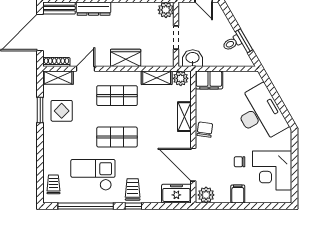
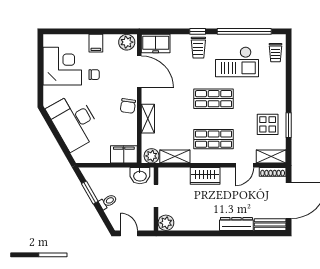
toilet: (232, 43) -> (108, 202), moved

